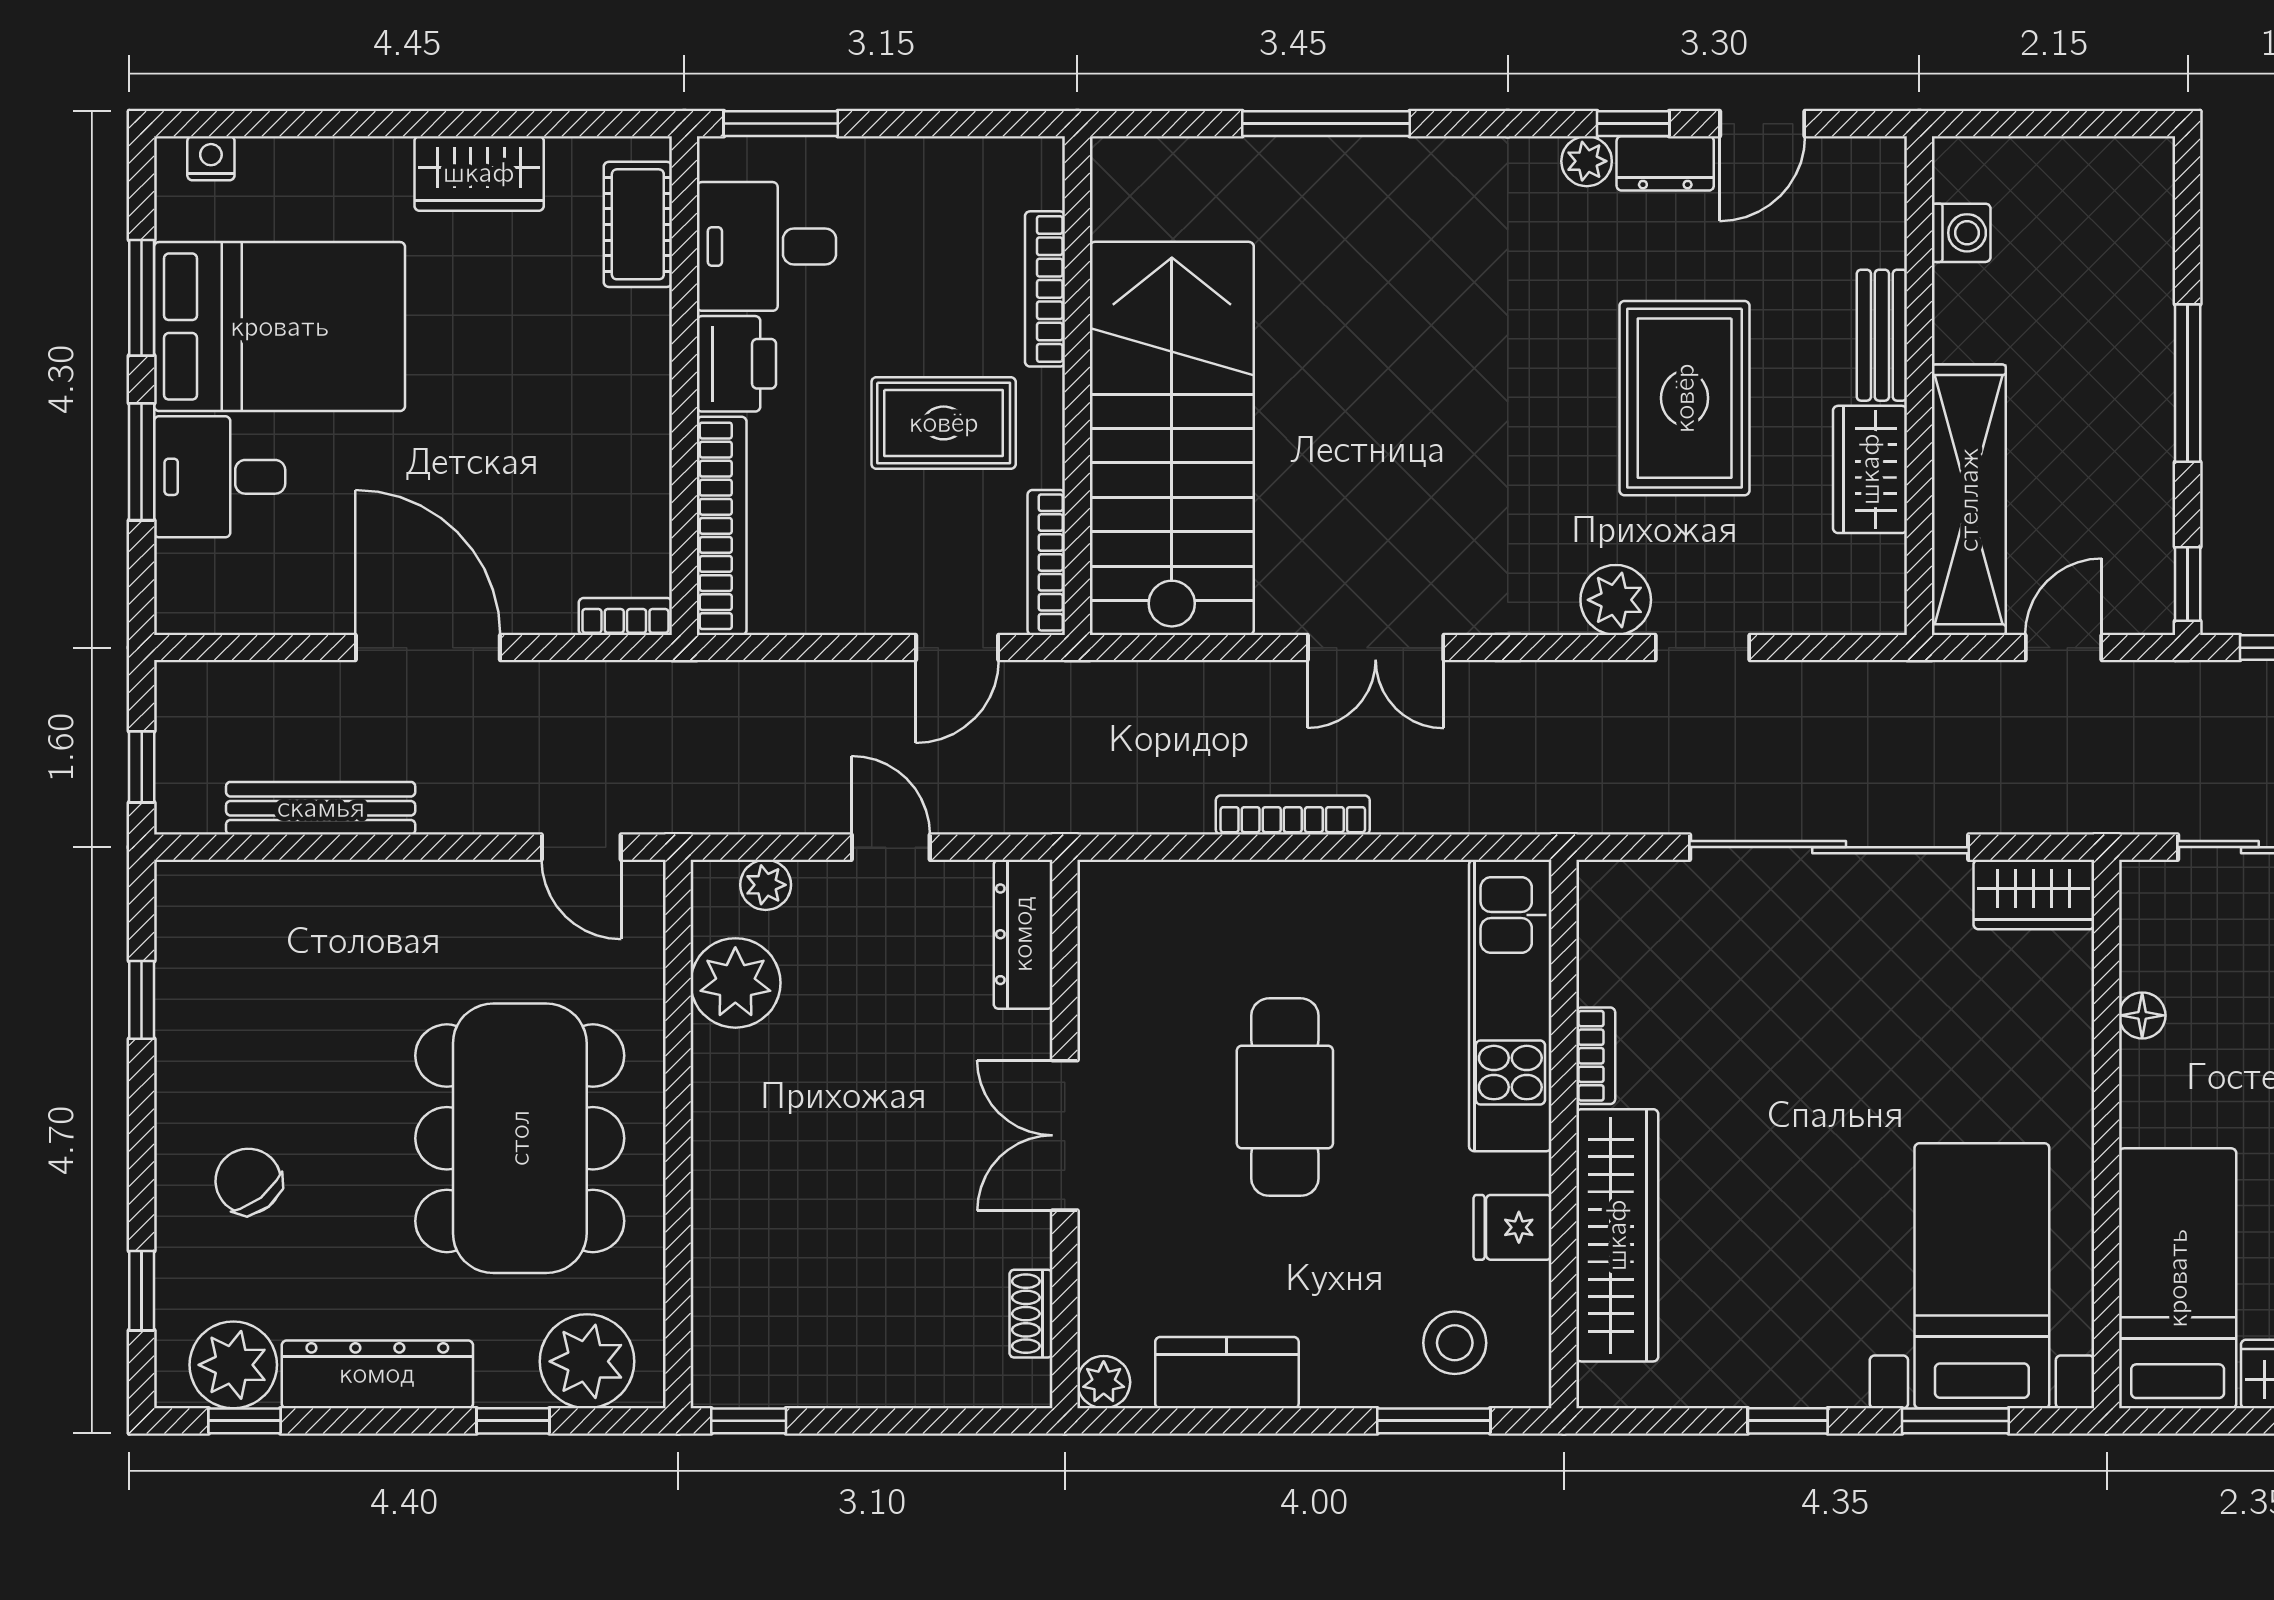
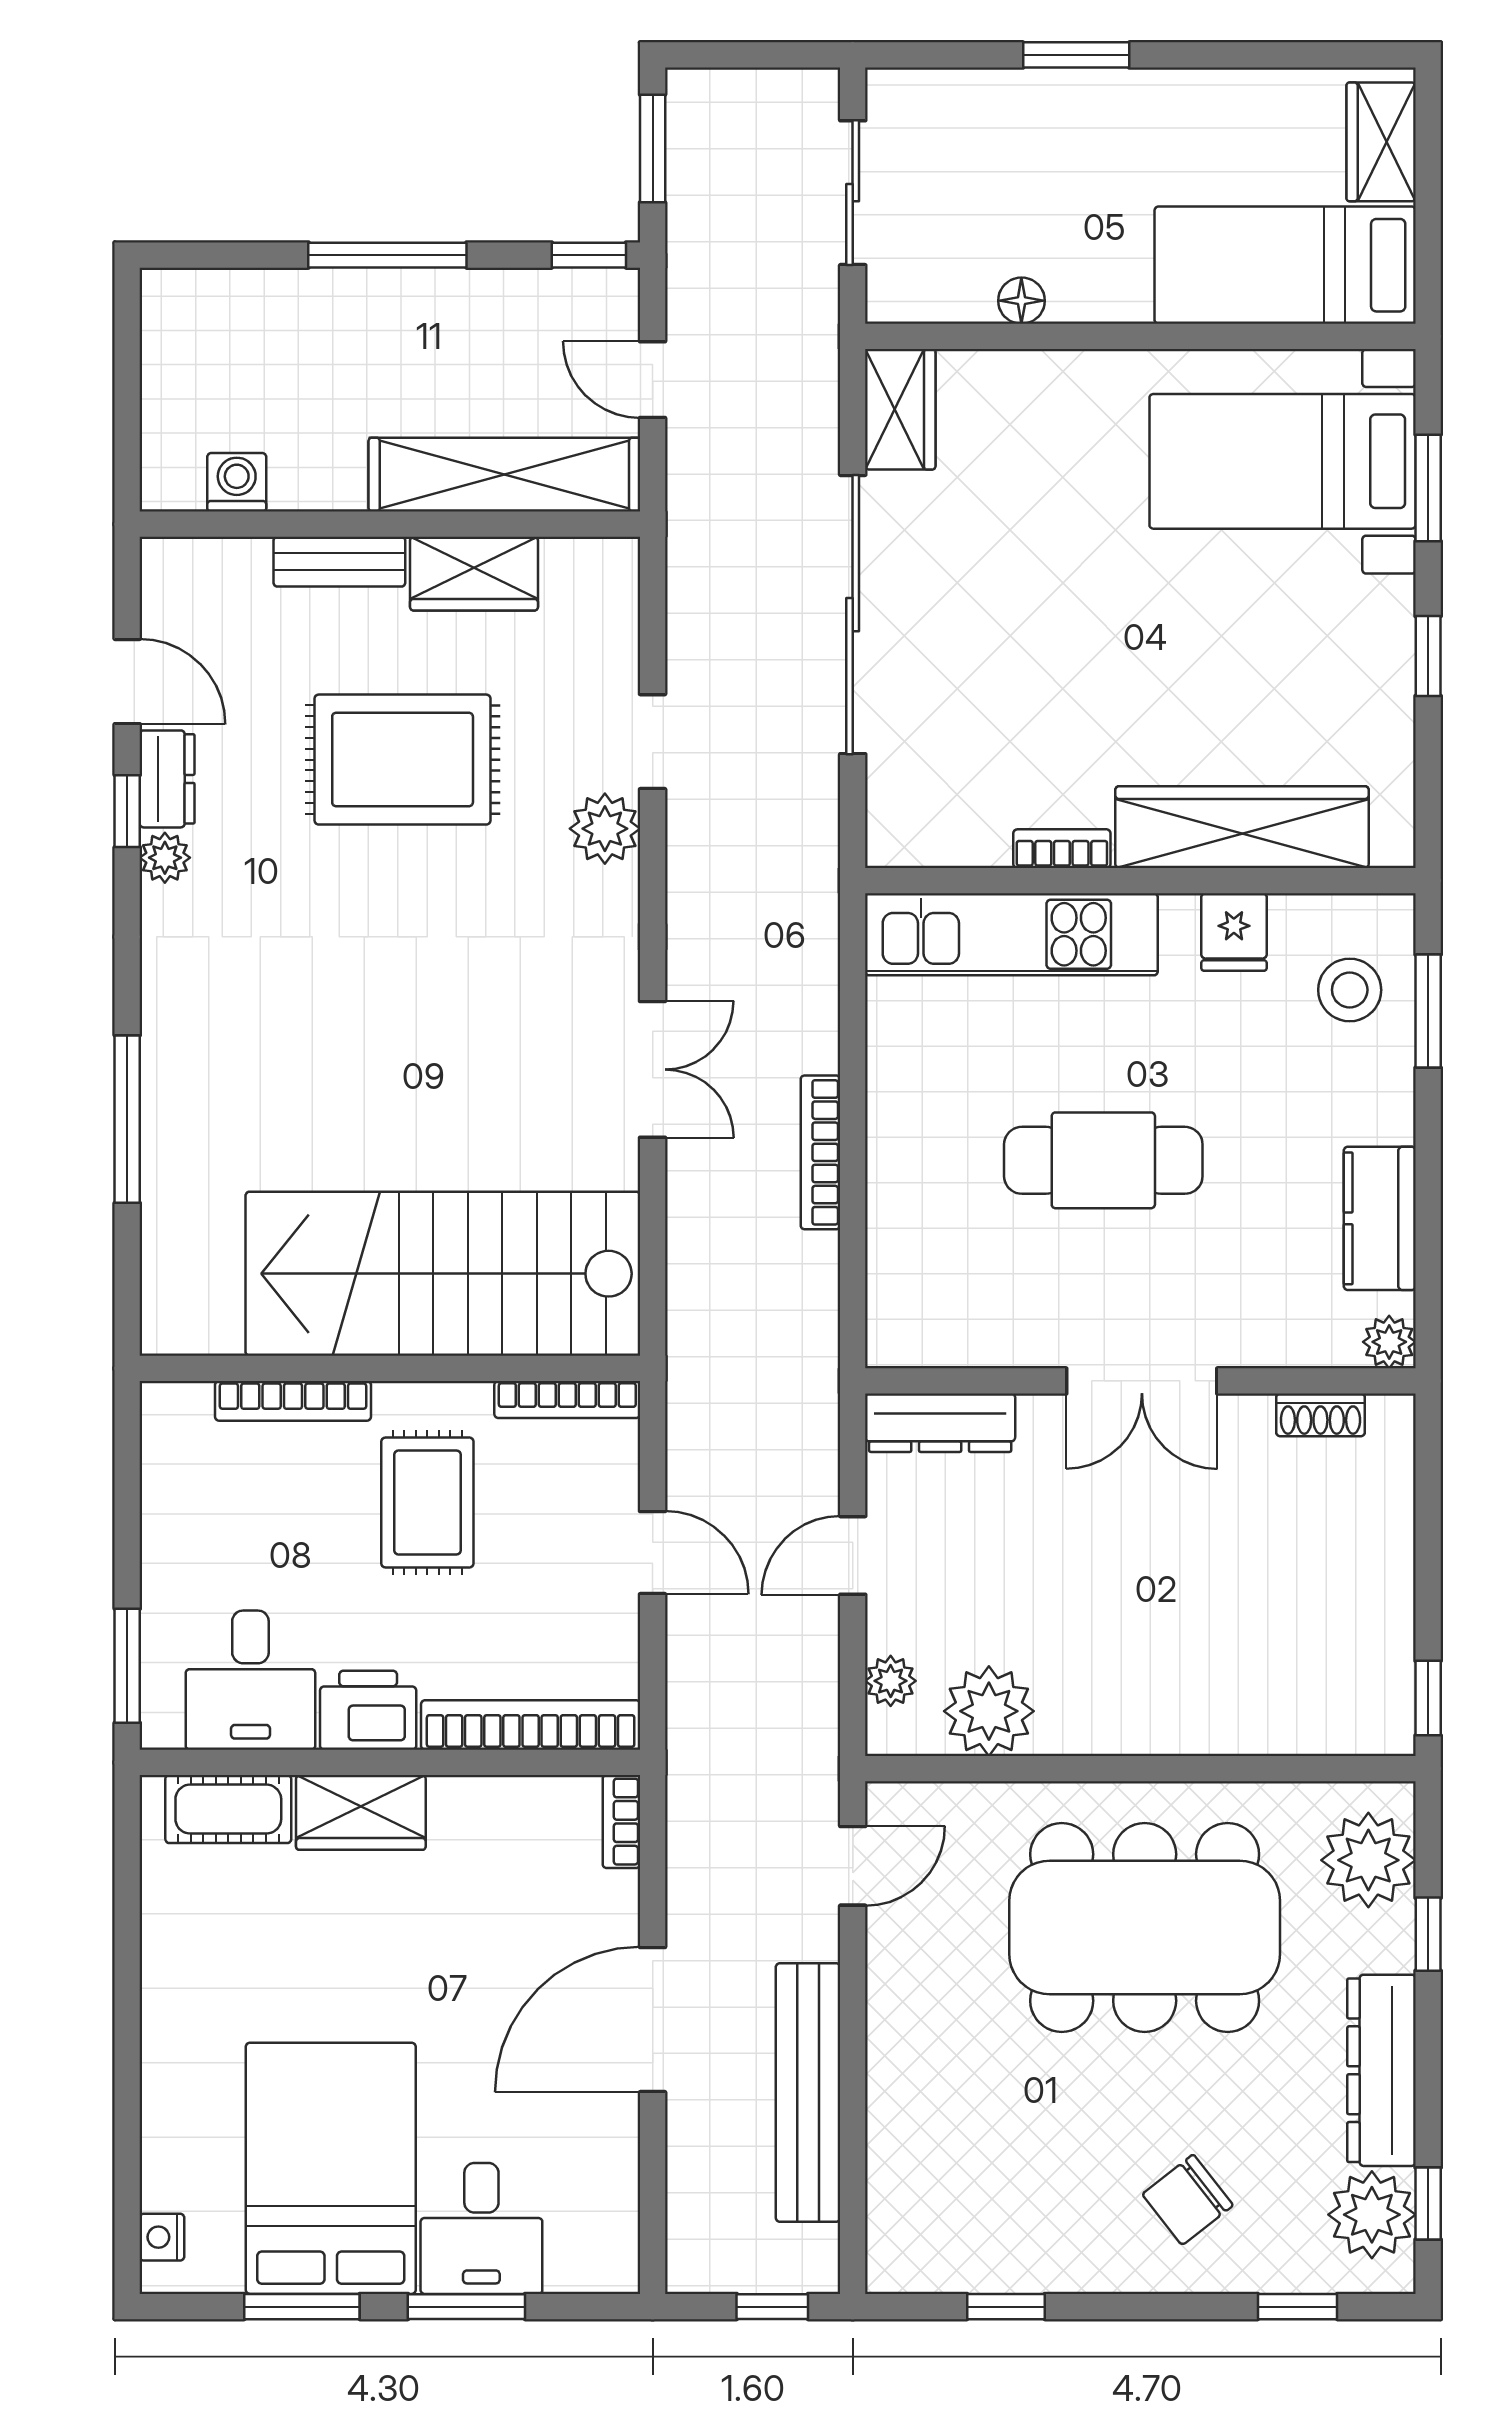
wardrobe: (479, 173) -> (361, 1812), moved, turned 90
door: (957, 648) -> (653, 1553), moved
bench: (321, 808) -> (808, 2092), width x1.37, depth x1.21

